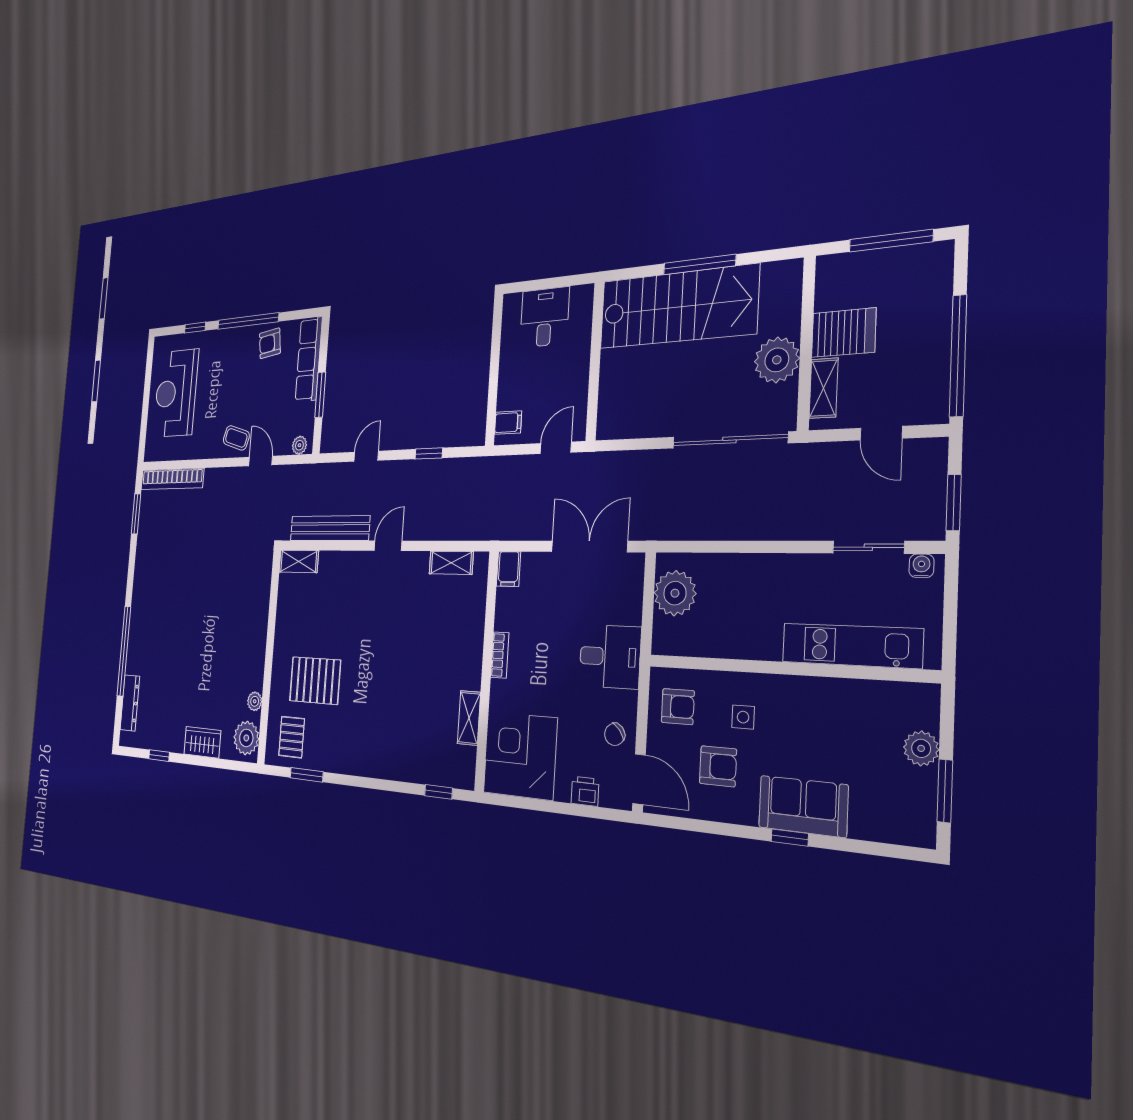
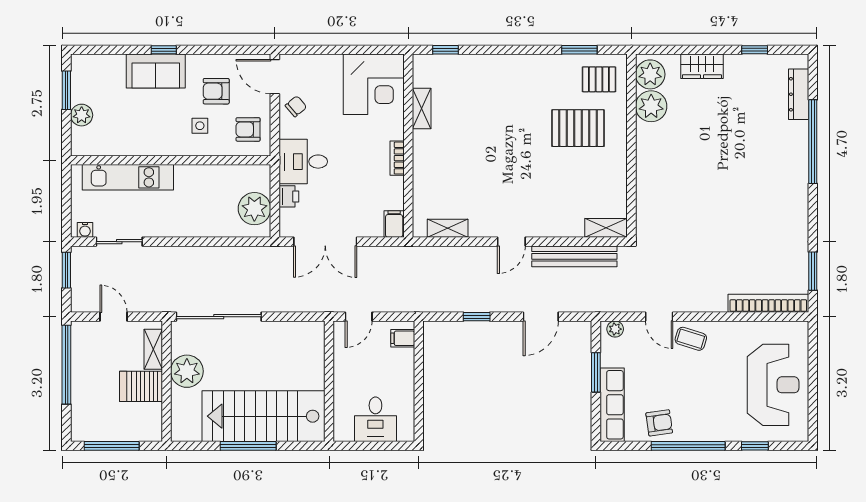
door: (366, 456) -> (541, 317), width x1.38
plant: (255, 701) -> (651, 106), width x1.88, depth x1.88
pallet: (292, 737) -> (599, 79), turned 90
printer: (585, 791) -> (289, 196), moved, turned -90

